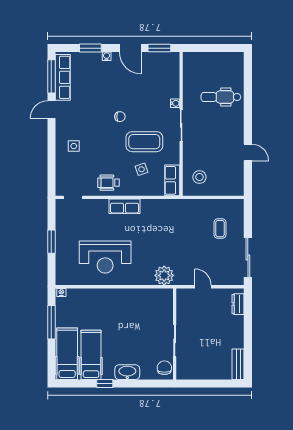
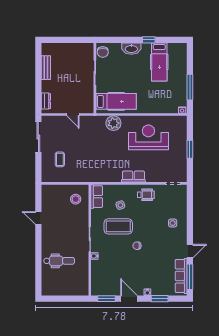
plant: (164, 275) -> (113, 123), moved
hospital bed: (67, 354) -> (116, 101), moved, turned -90
bench: (238, 364) -> (46, 68), moved

